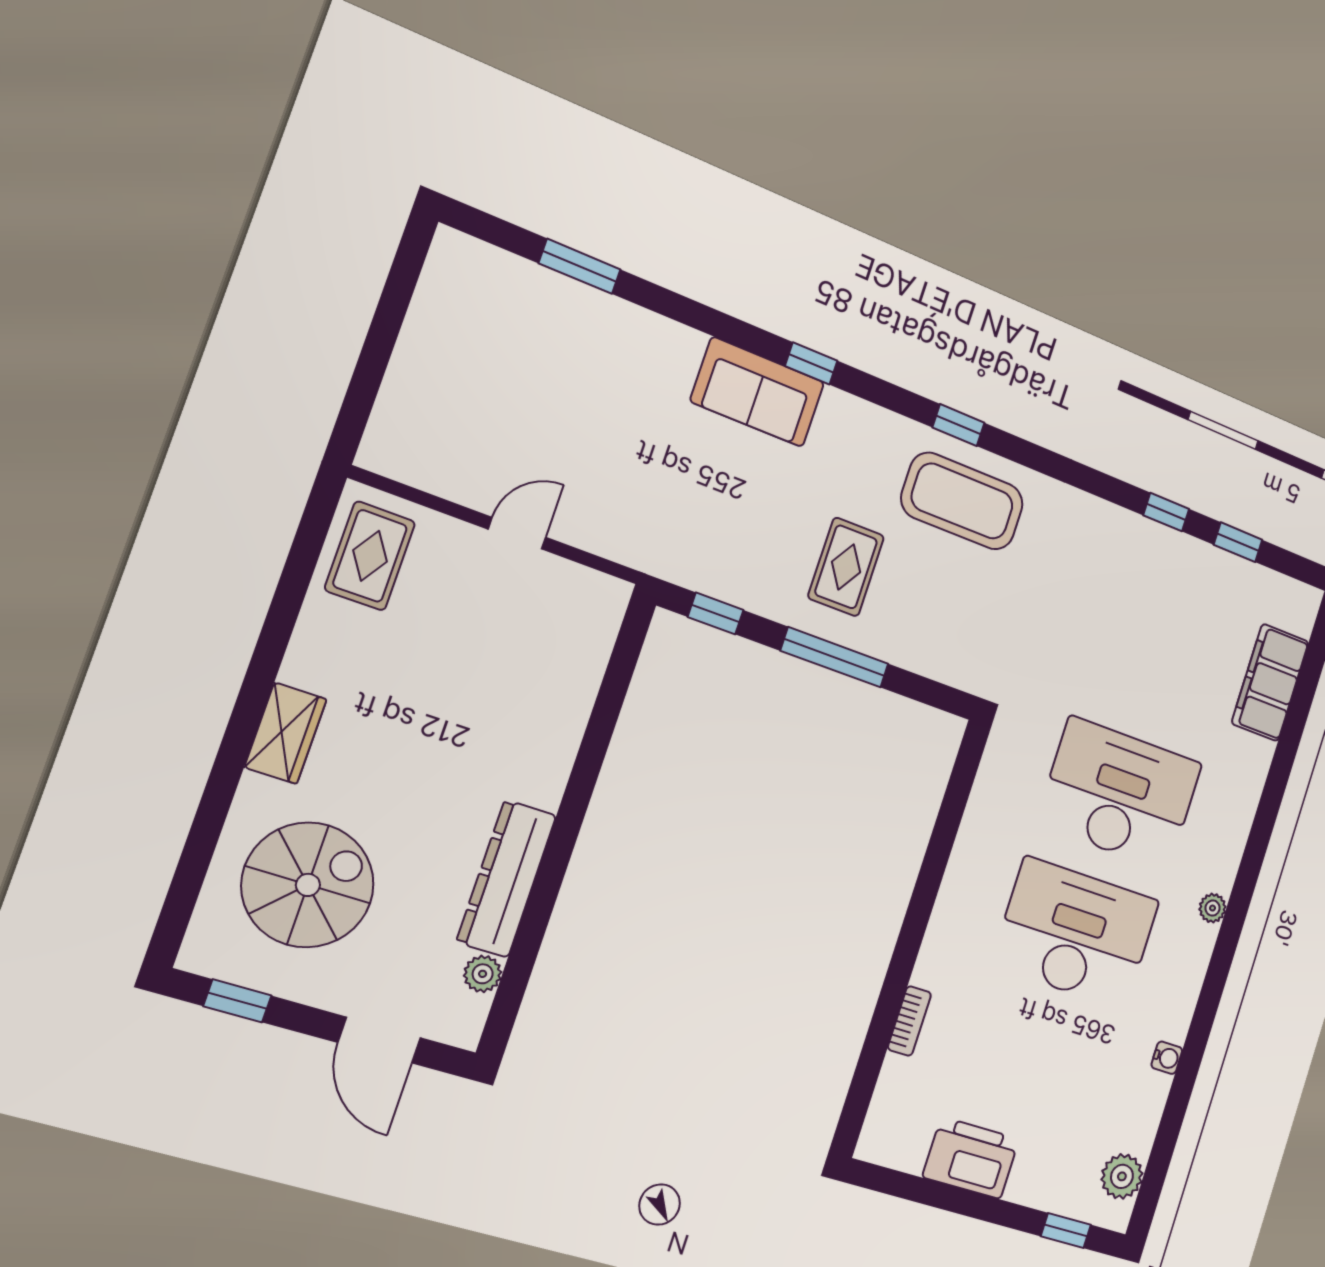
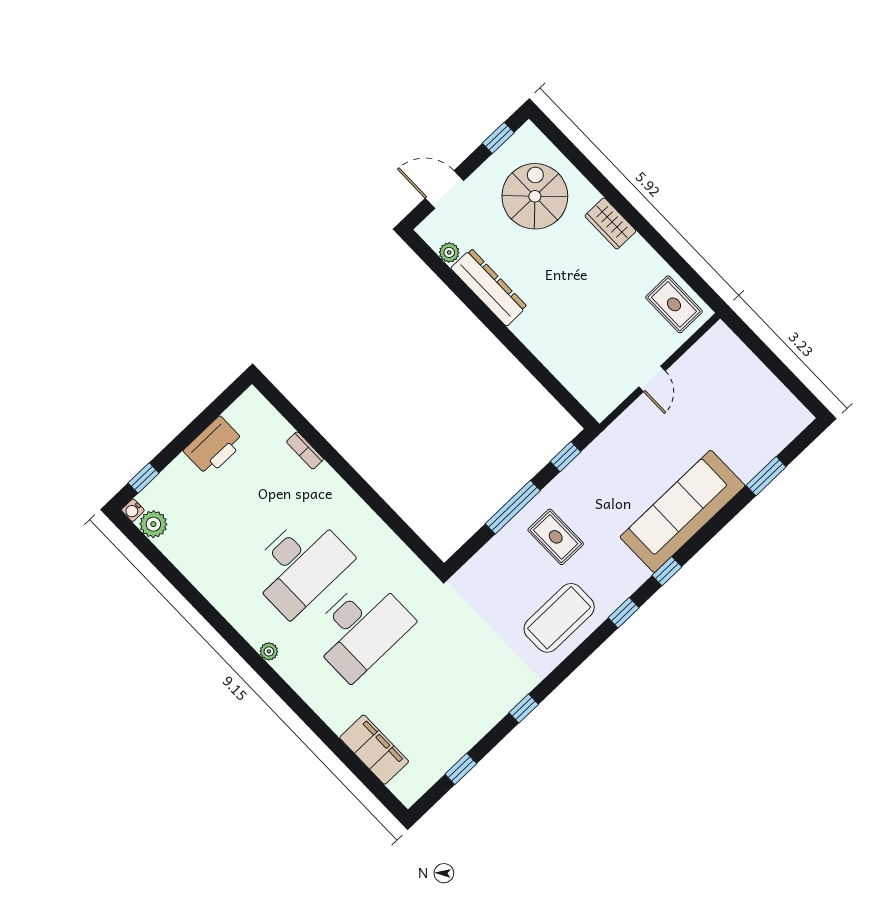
sofa: (758, 392) -> (682, 511), width x1.85, depth x1.27
window: (958, 425) -> (624, 613), moved
window: (1166, 512) -> (524, 709), moved
spiral stairs: (308, 885) -> (535, 196), turned 180
water cooler: (1167, 1058) -> (133, 510), moved

